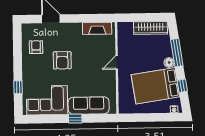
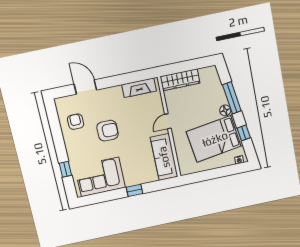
wardrobe: (151, 28) -> (180, 80), moved
armchair: (62, 60) -> (108, 131), turned -90
sofa: (89, 105) -> (164, 157), moved, turned -90

